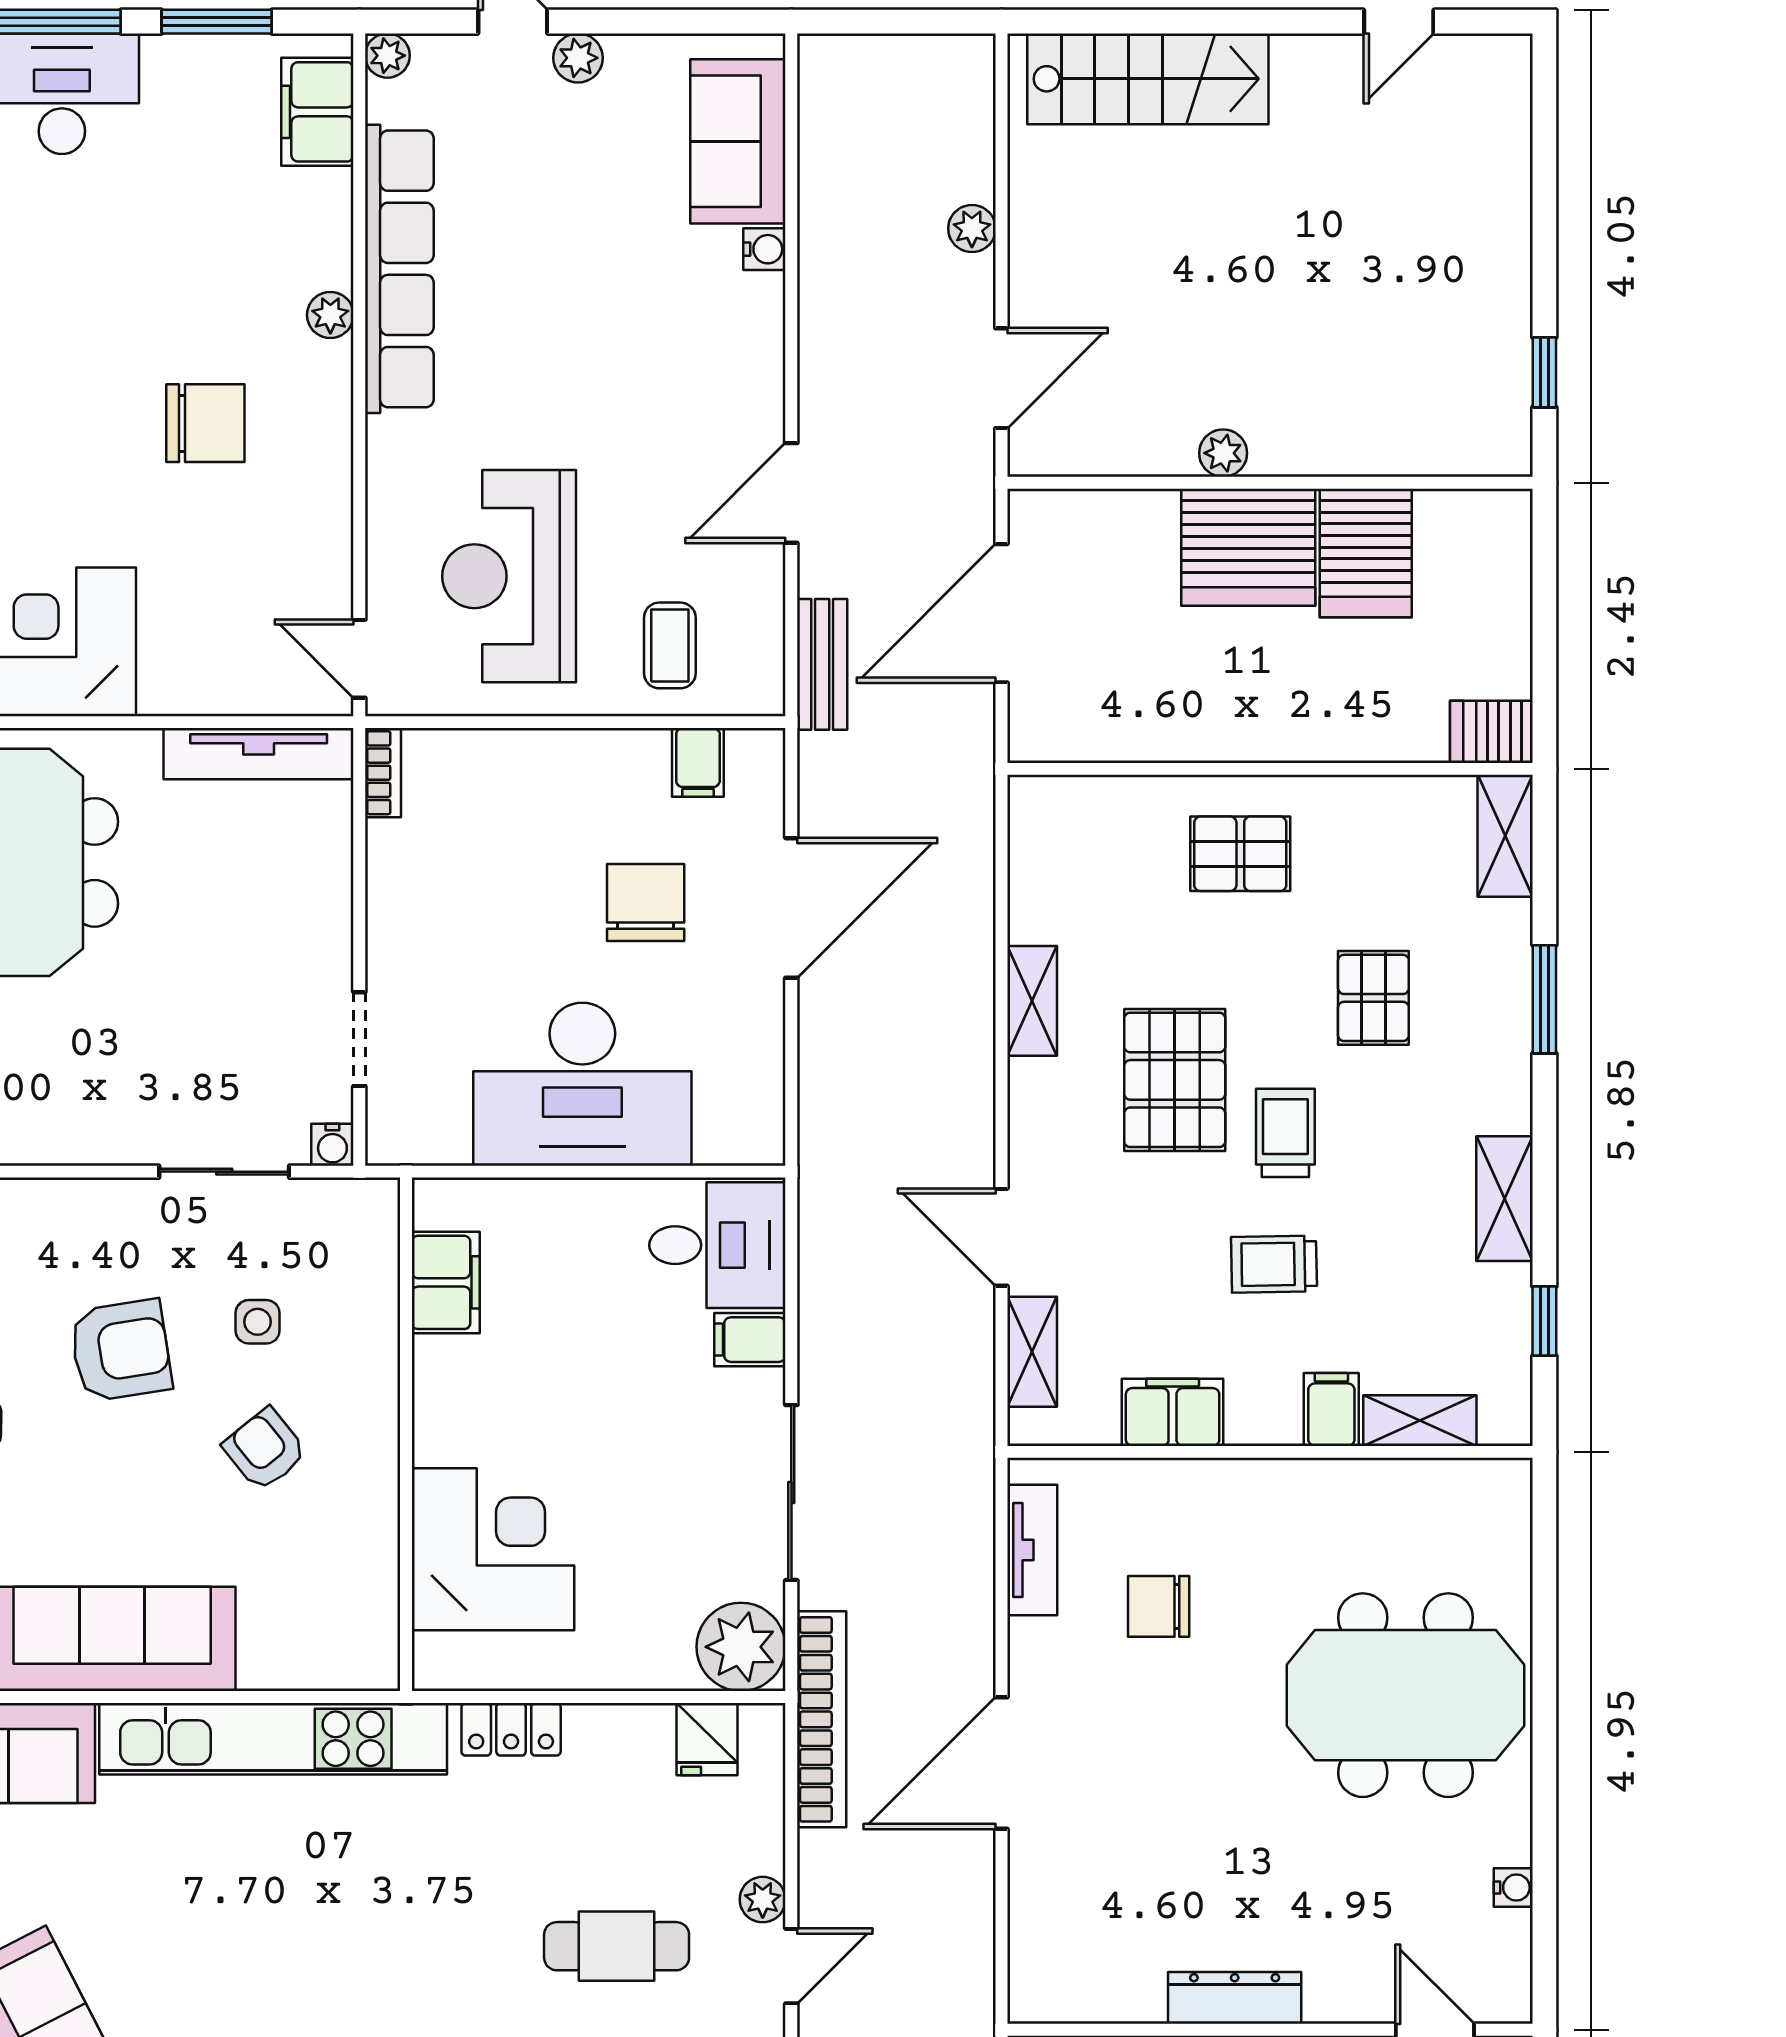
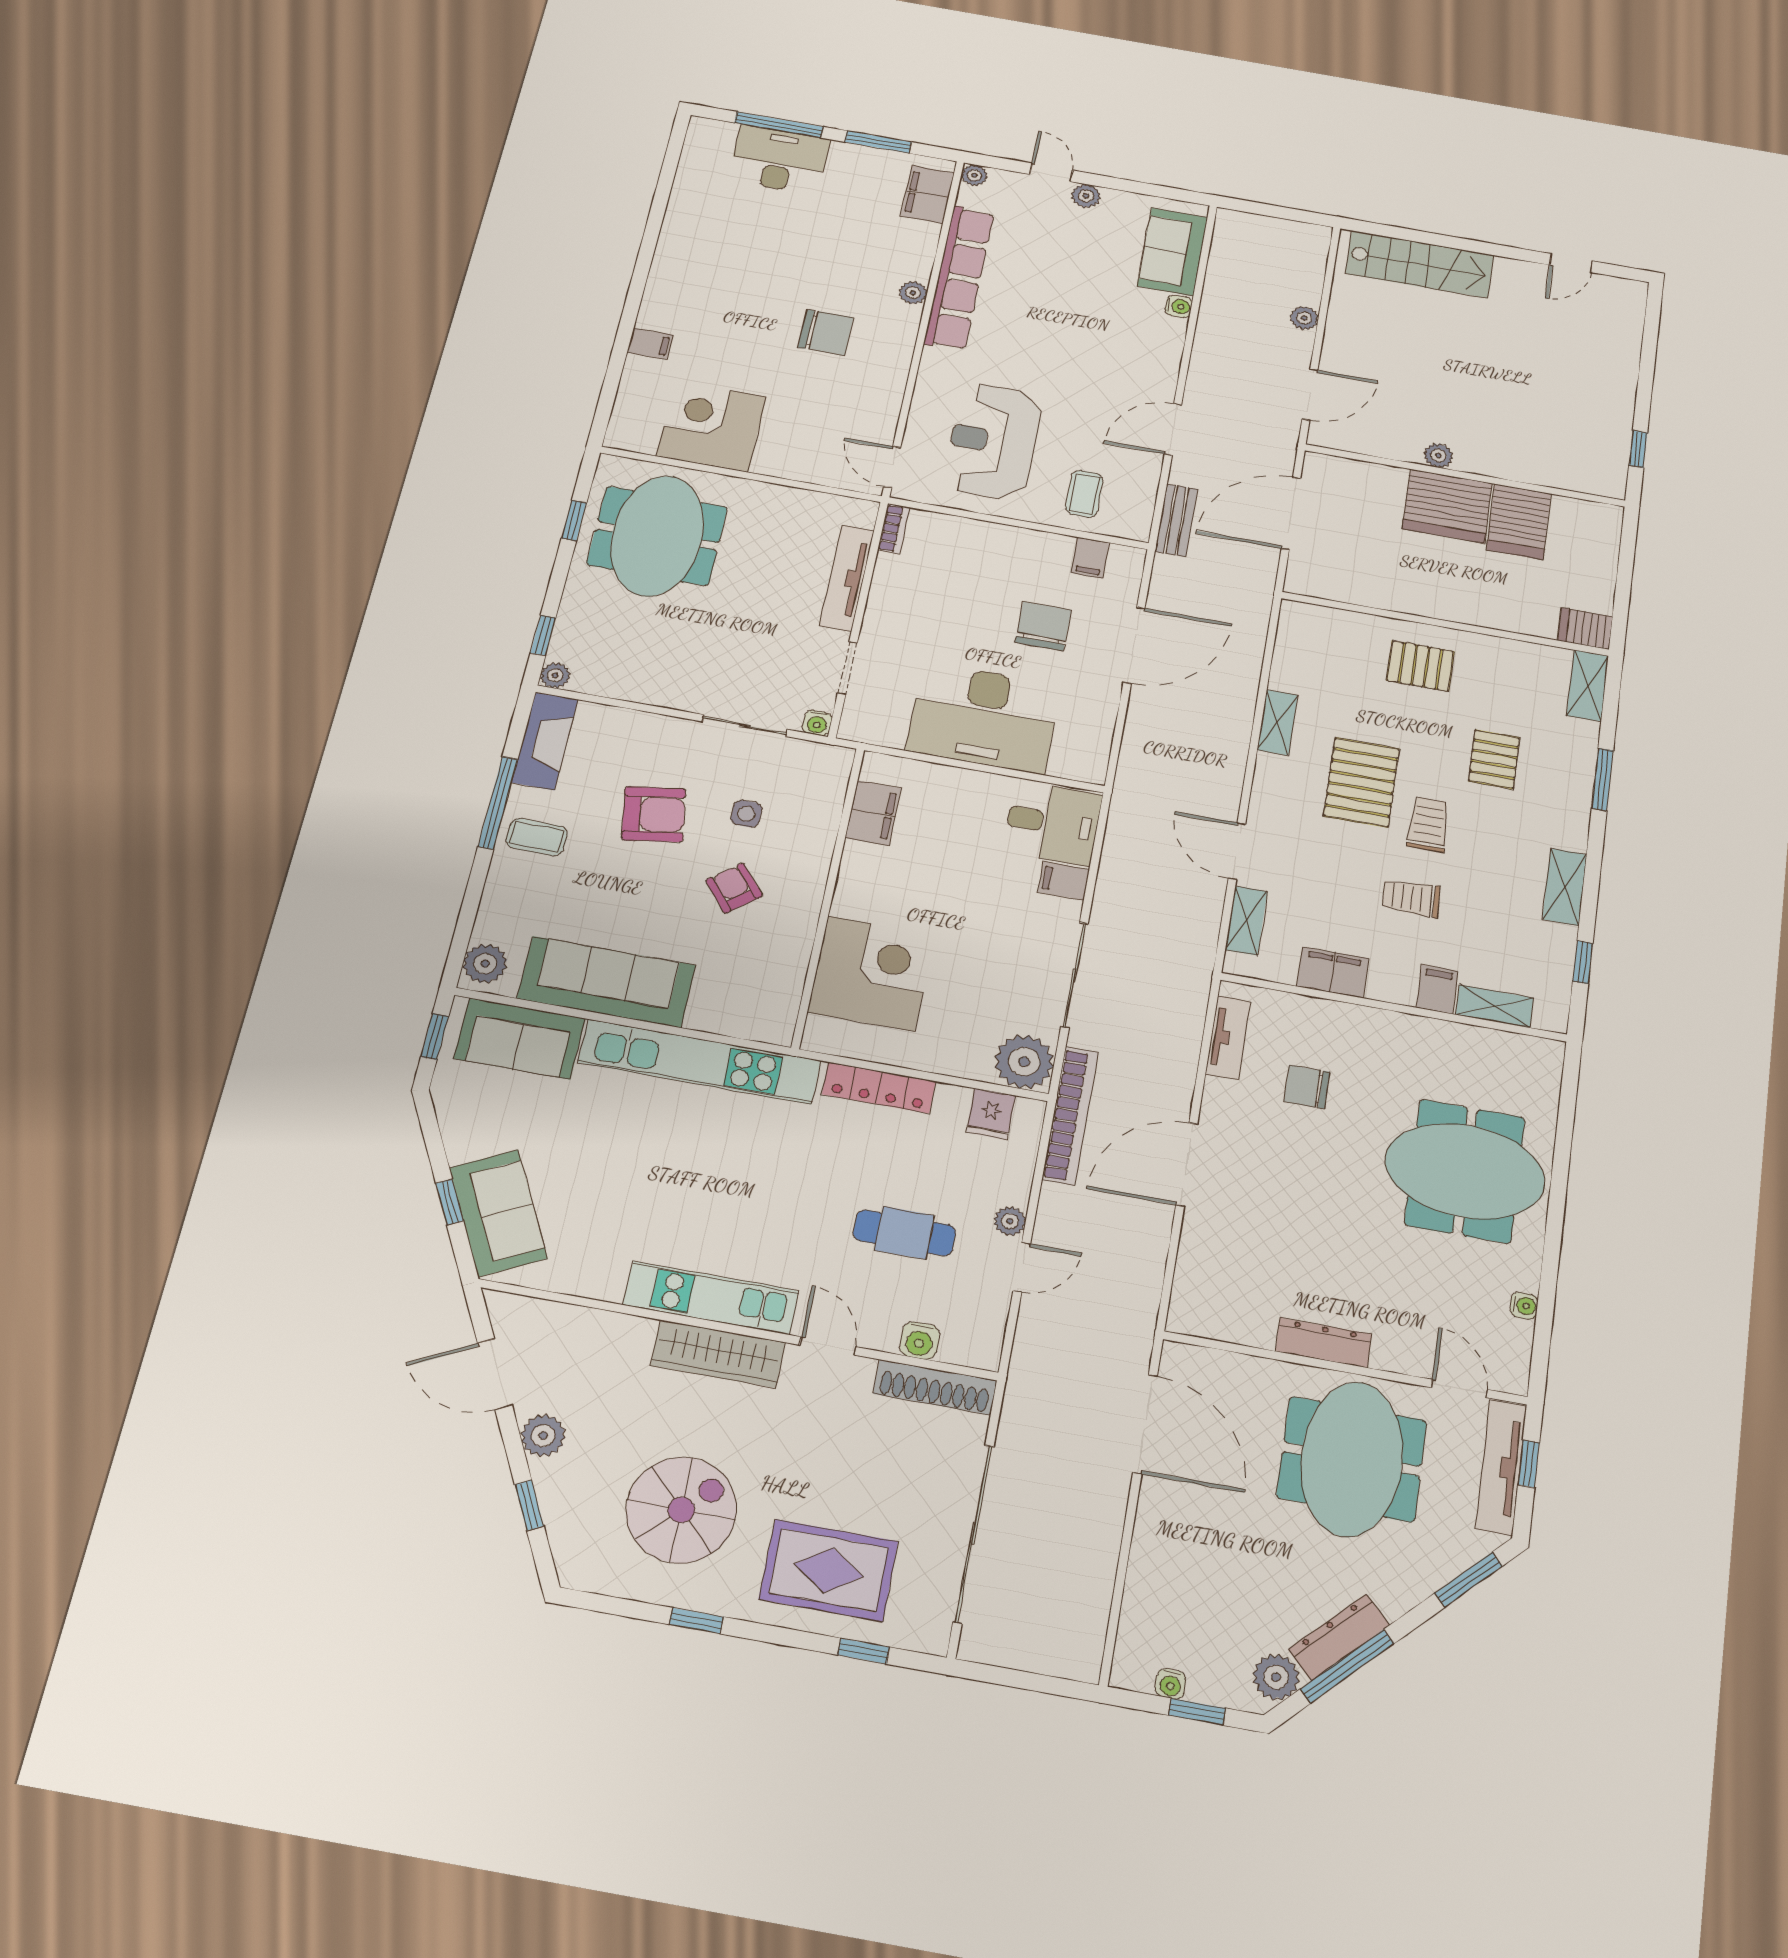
tv unit: (259, 754) -> (847, 578), moved, turned 90
locker: (511, 1729) -> (879, 1088), width x1.53

